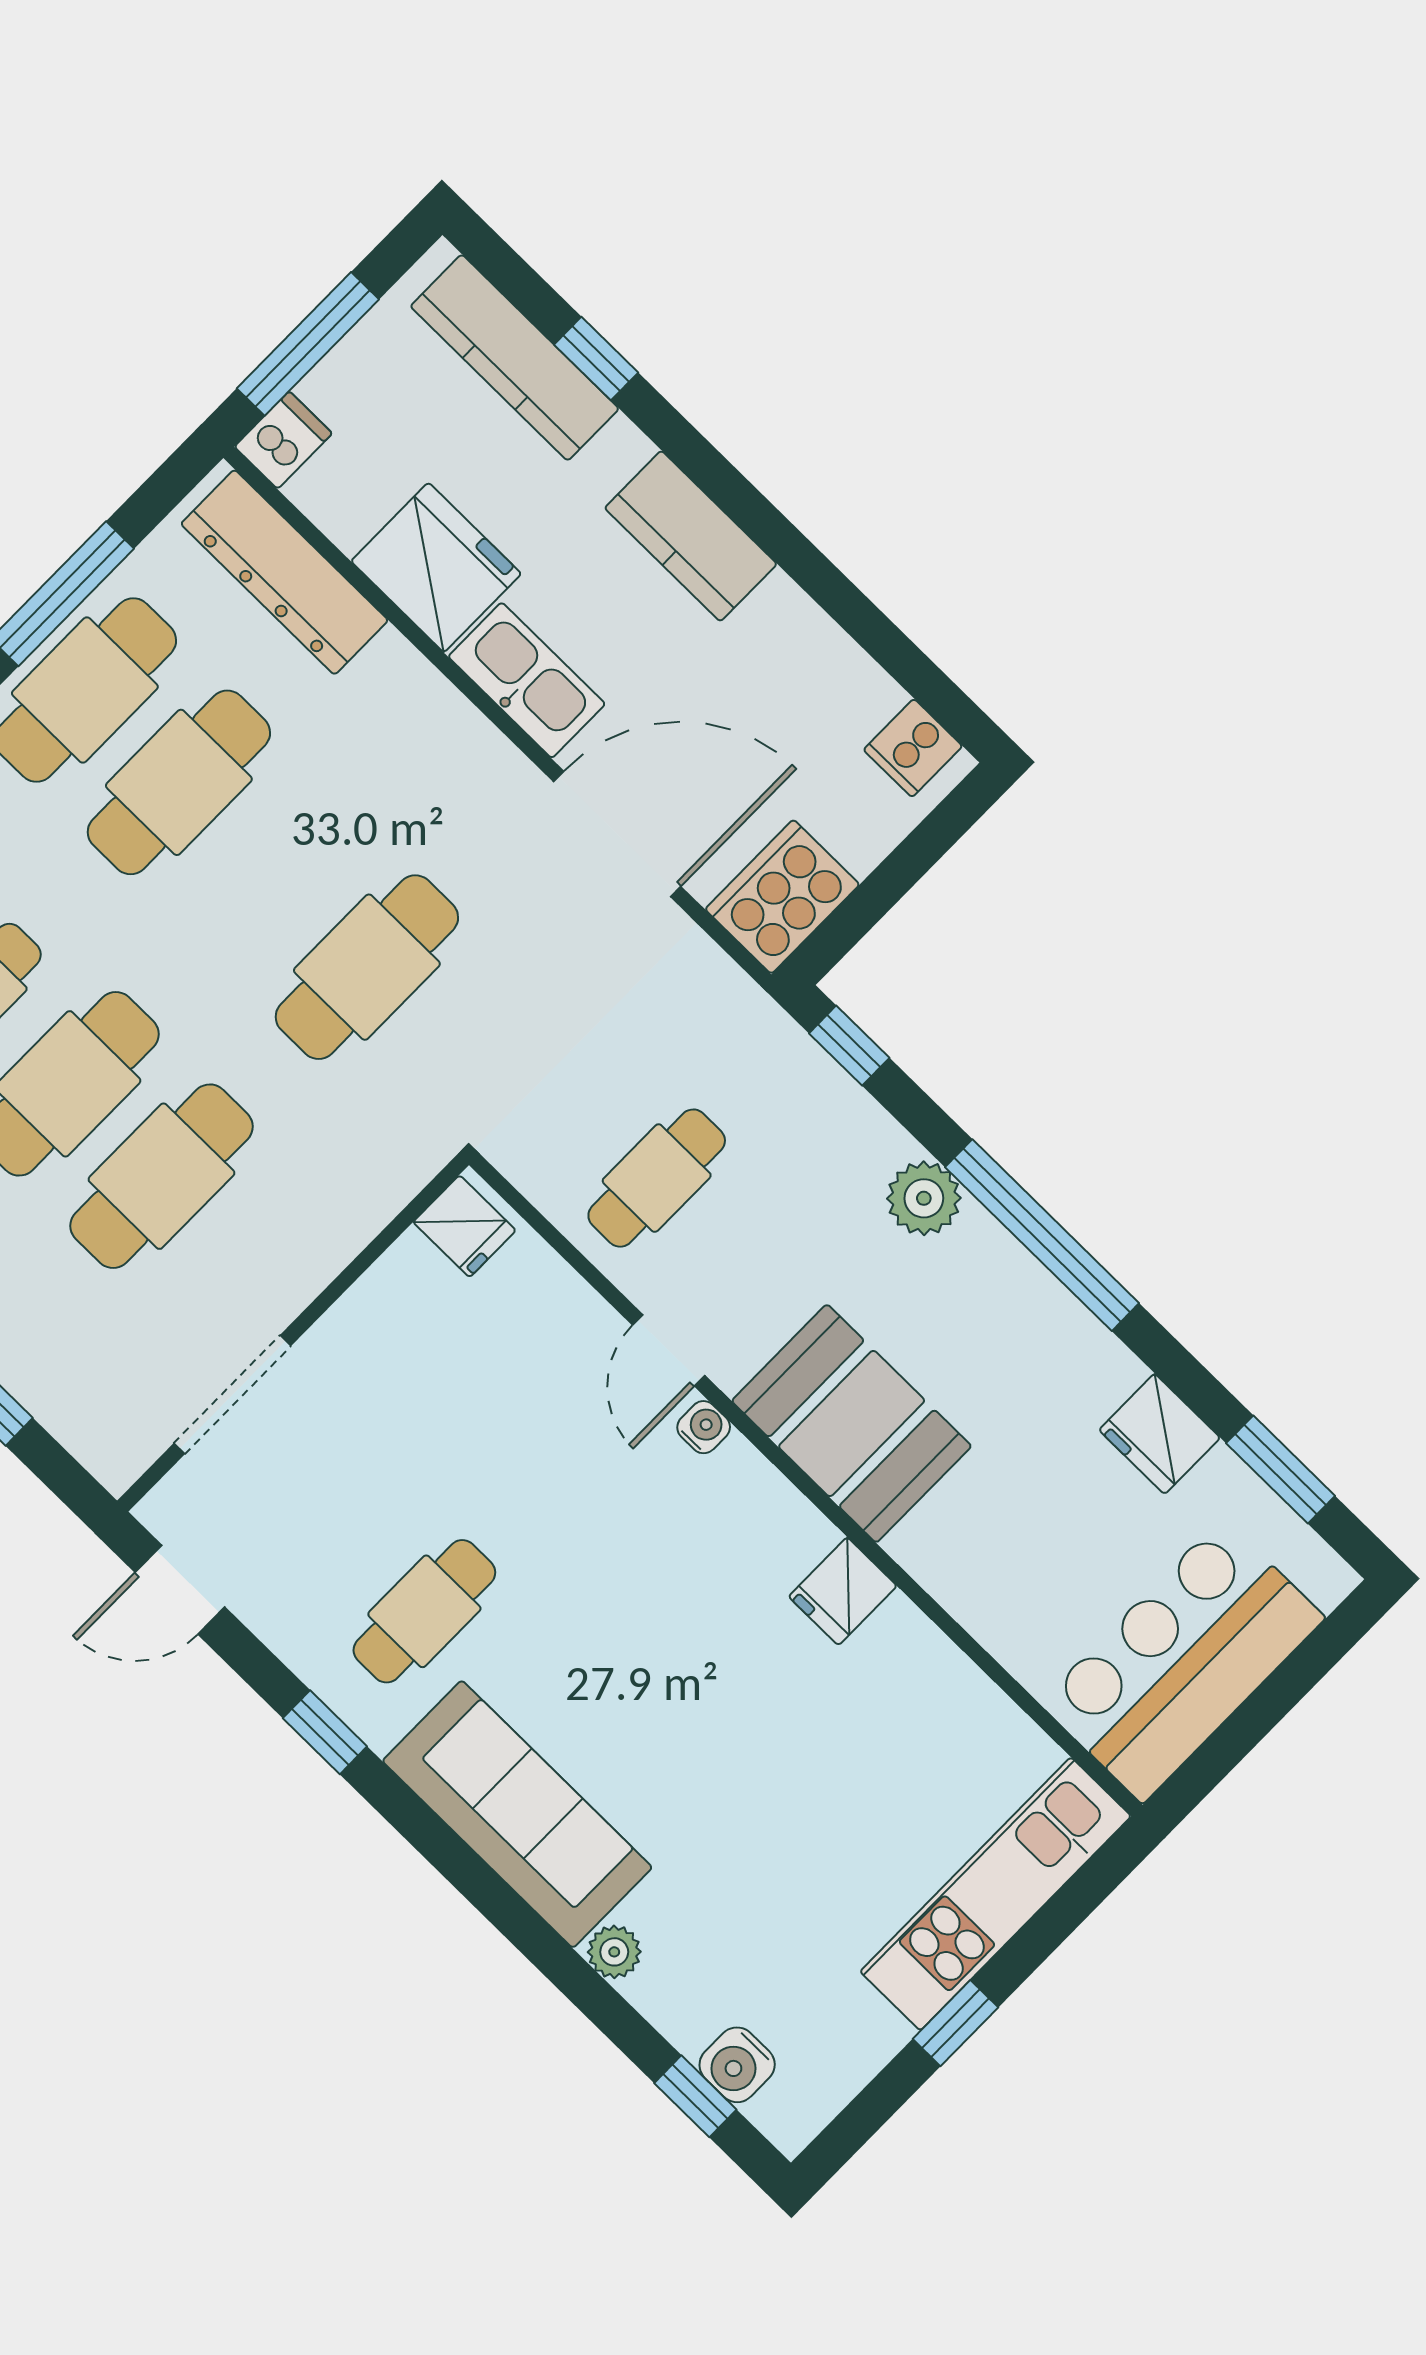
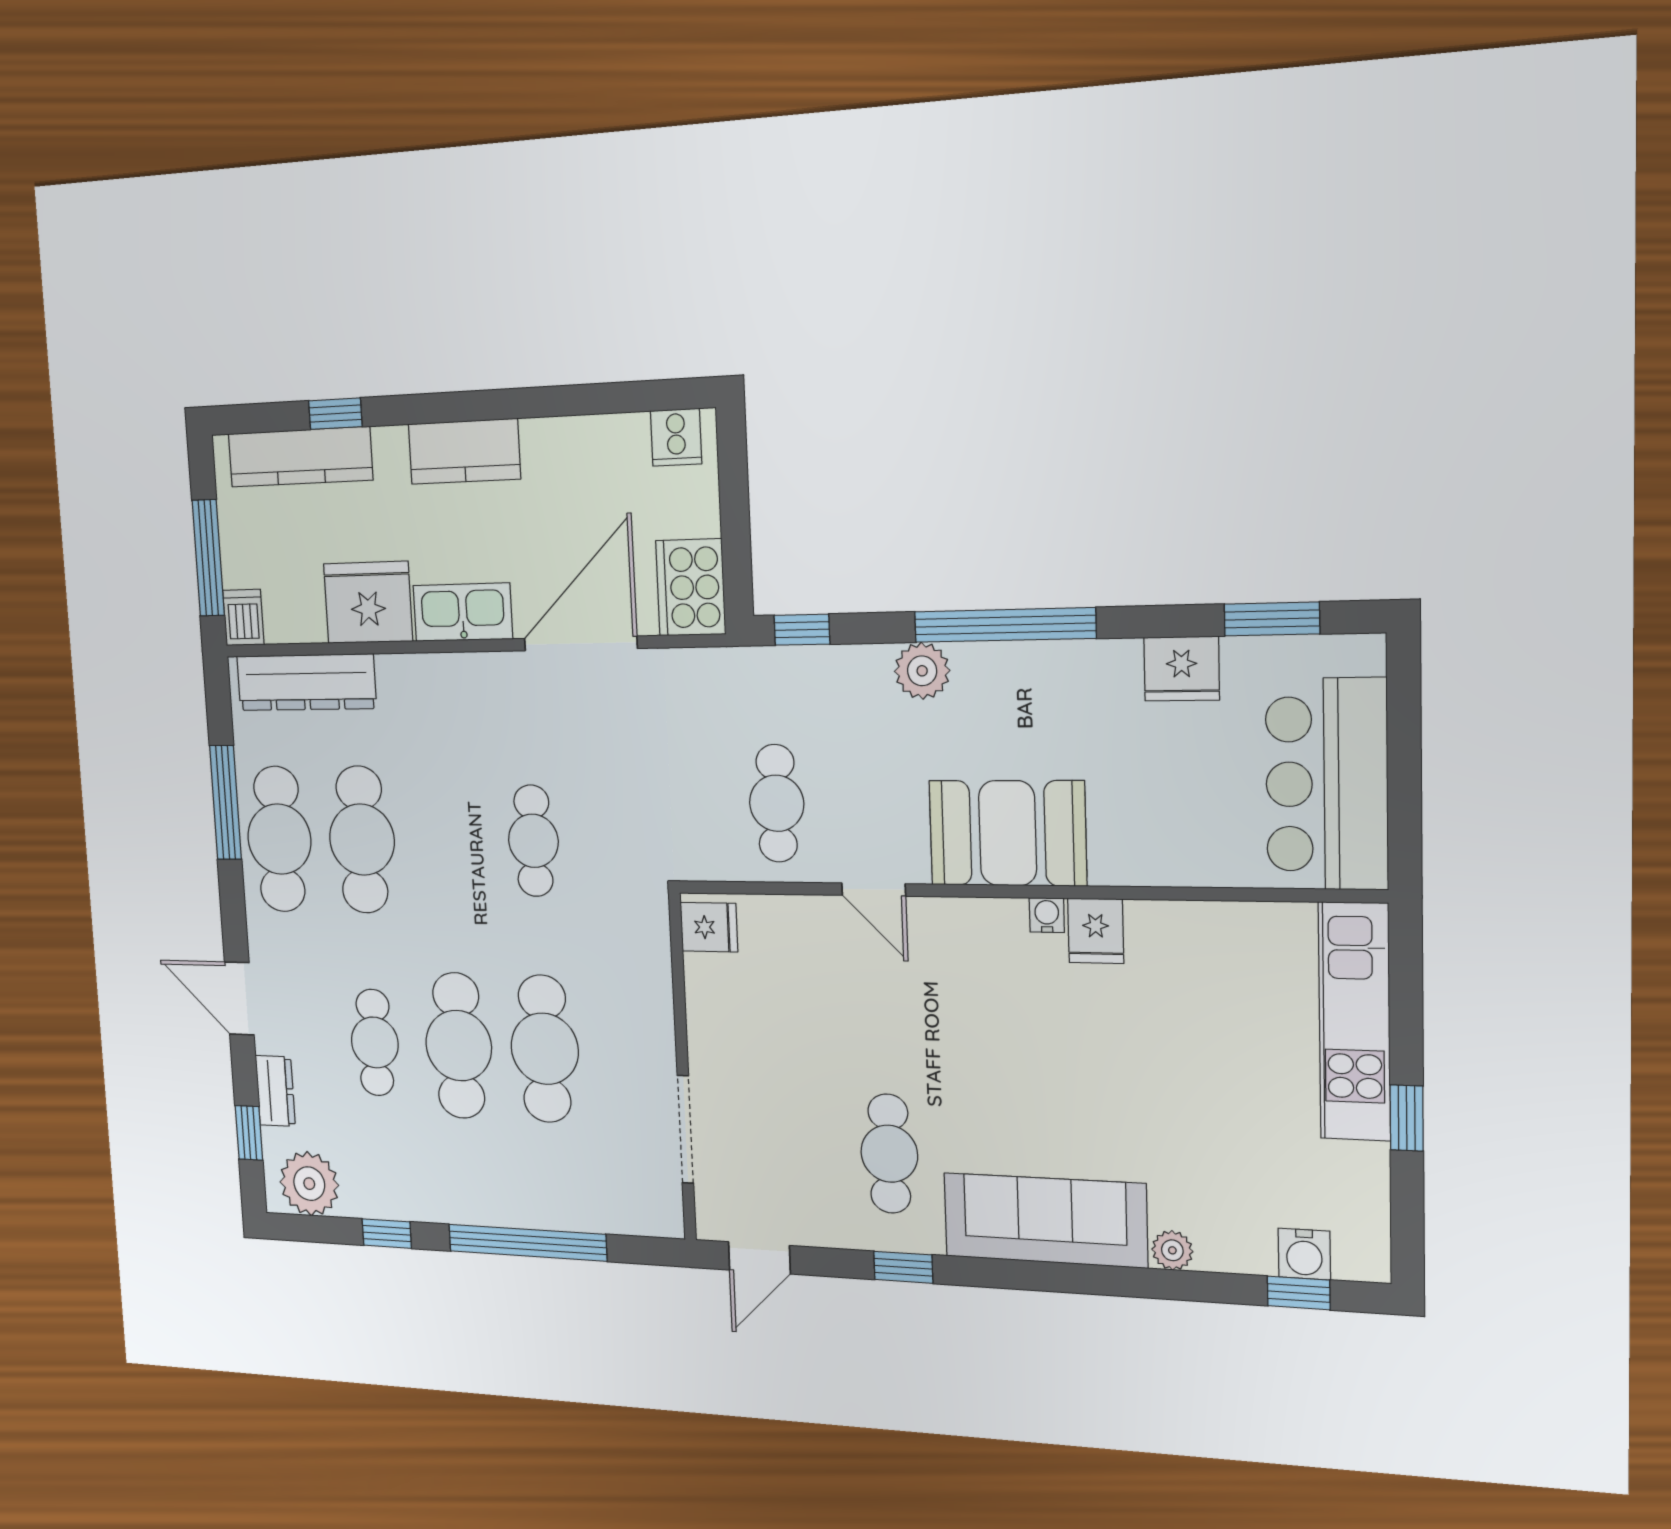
cafe table: (367, 967) -> (533, 841), width x0.73, depth x0.74
water cooler: (704, 1427) -> (1047, 915), moved

